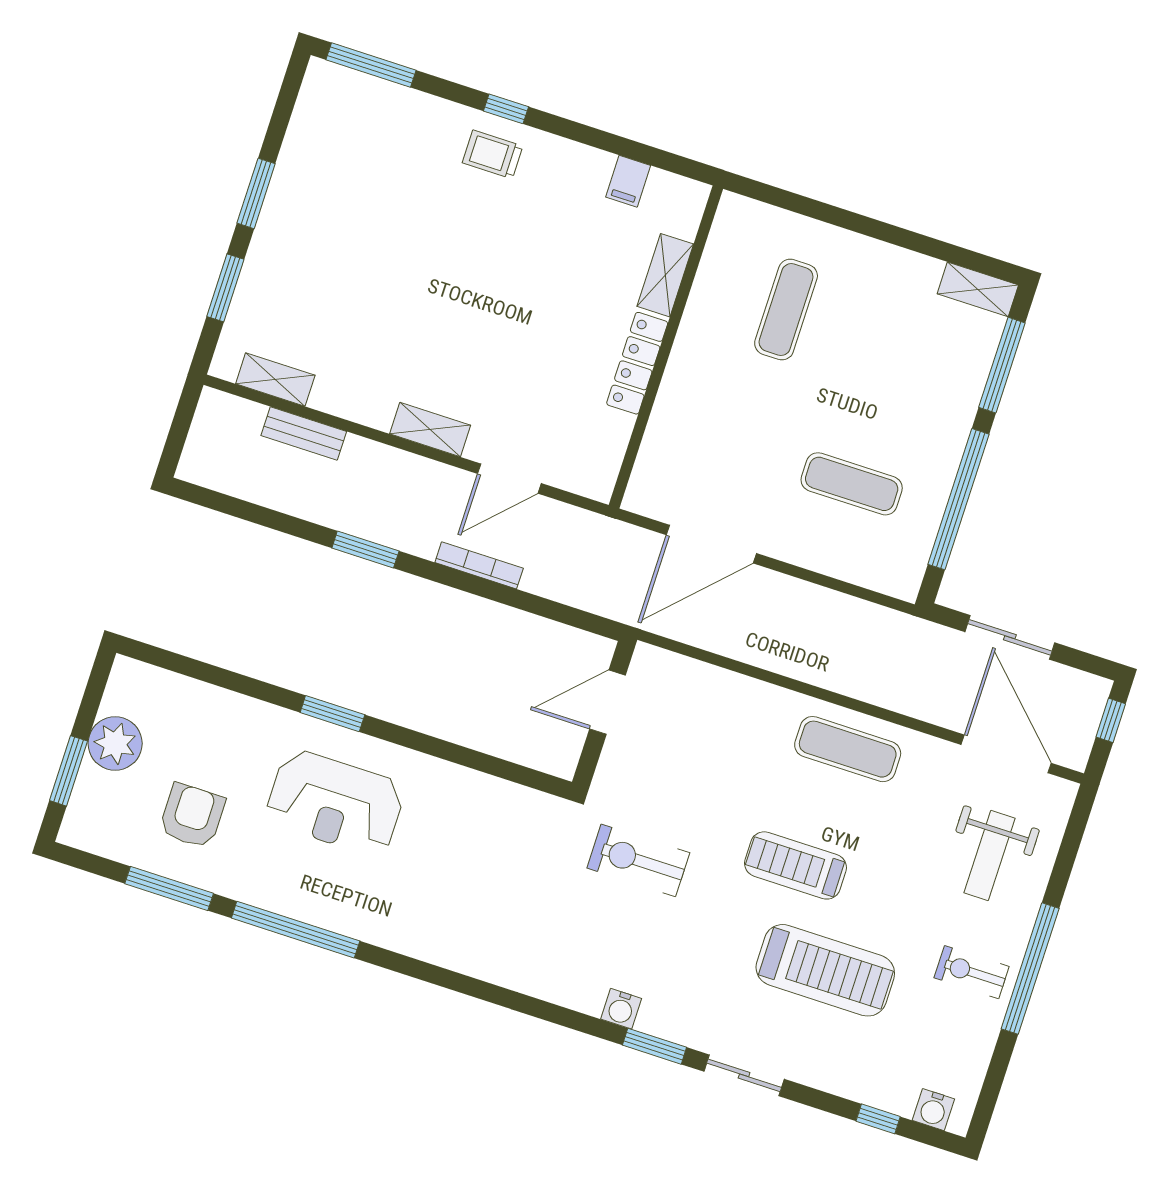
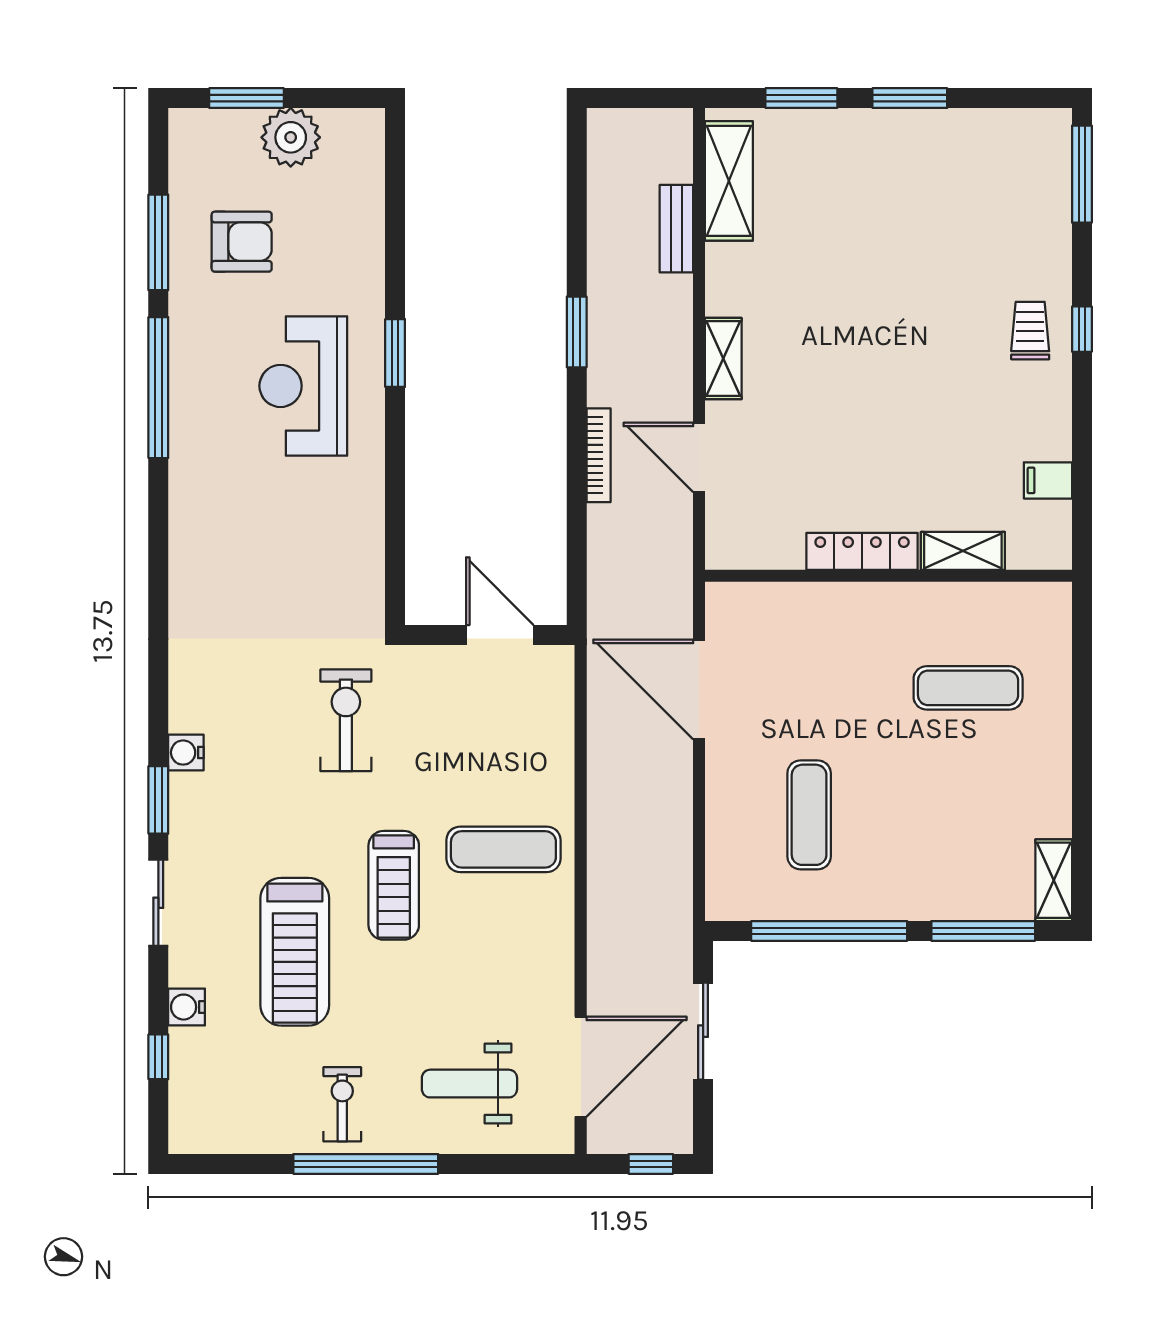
shelving: (275, 380) -> (729, 181), width x1.50, depth x1.33
exercise mat: (848, 749) -> (503, 849), moved, turned 90
treadmill: (795, 865) -> (394, 885), turned 180
water cooler: (933, 1110) -> (187, 1007), moved

